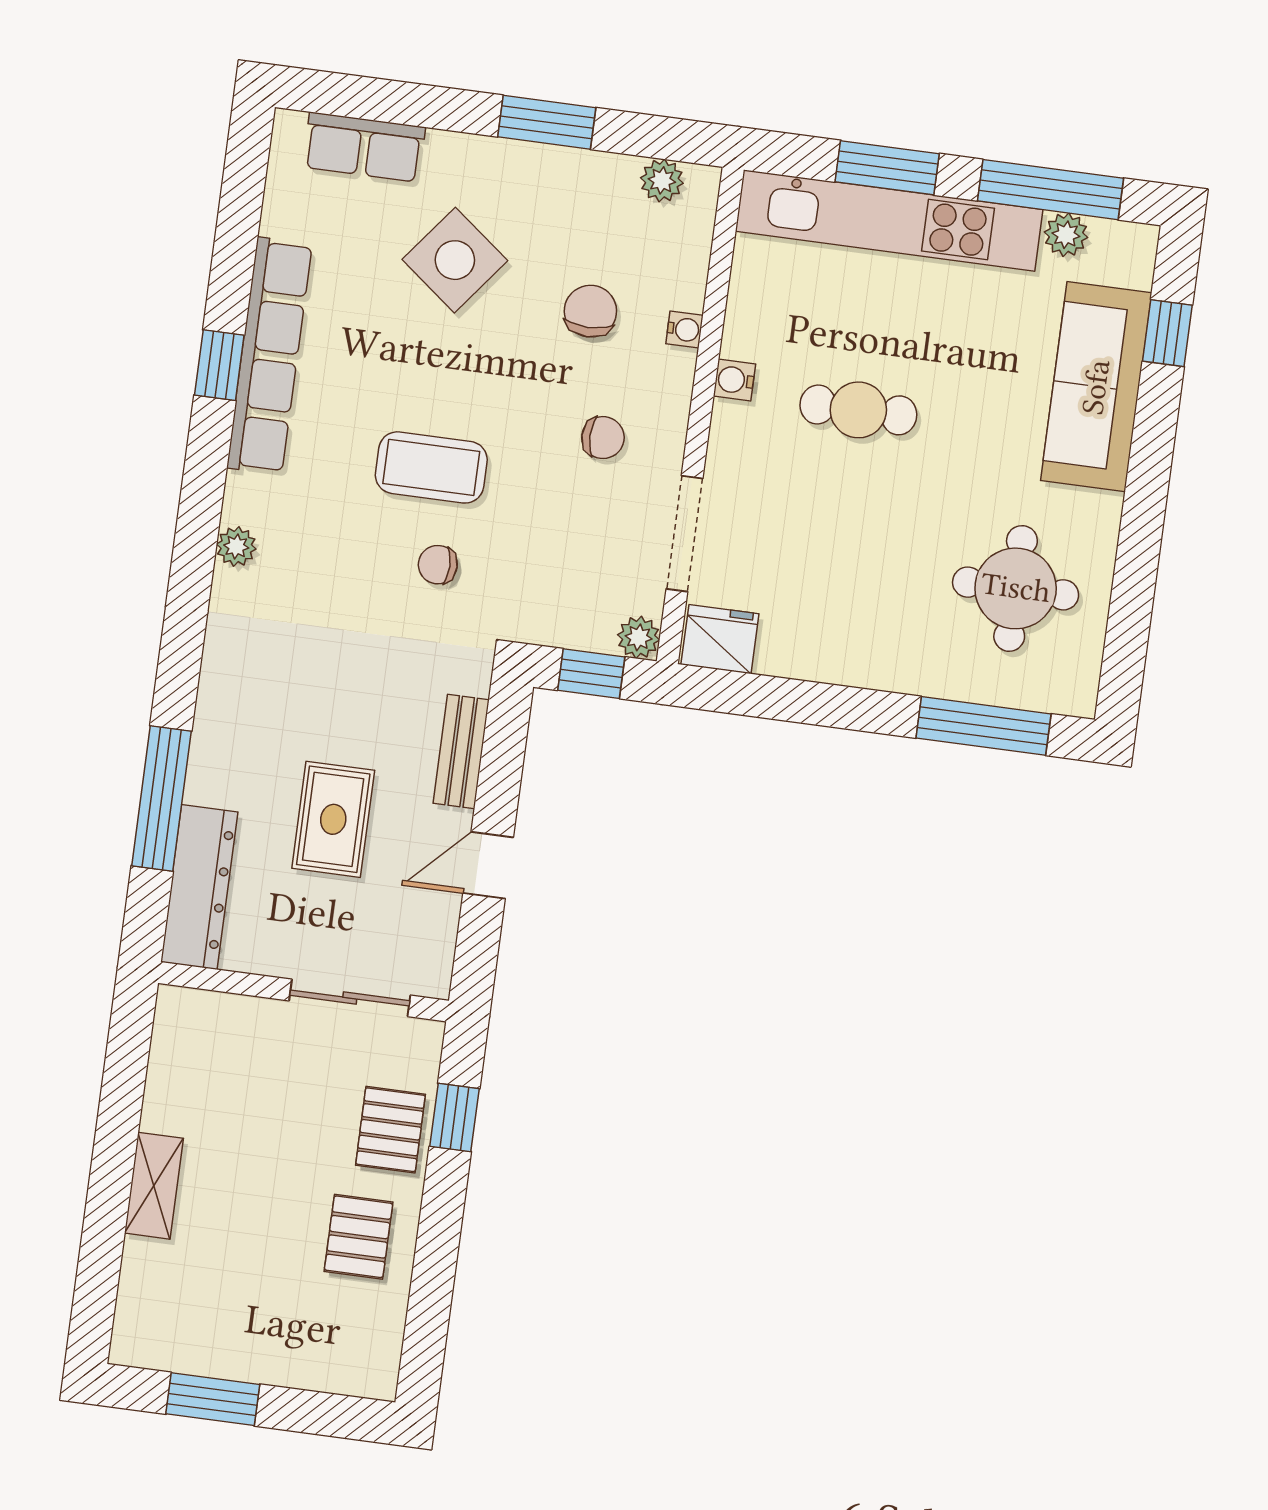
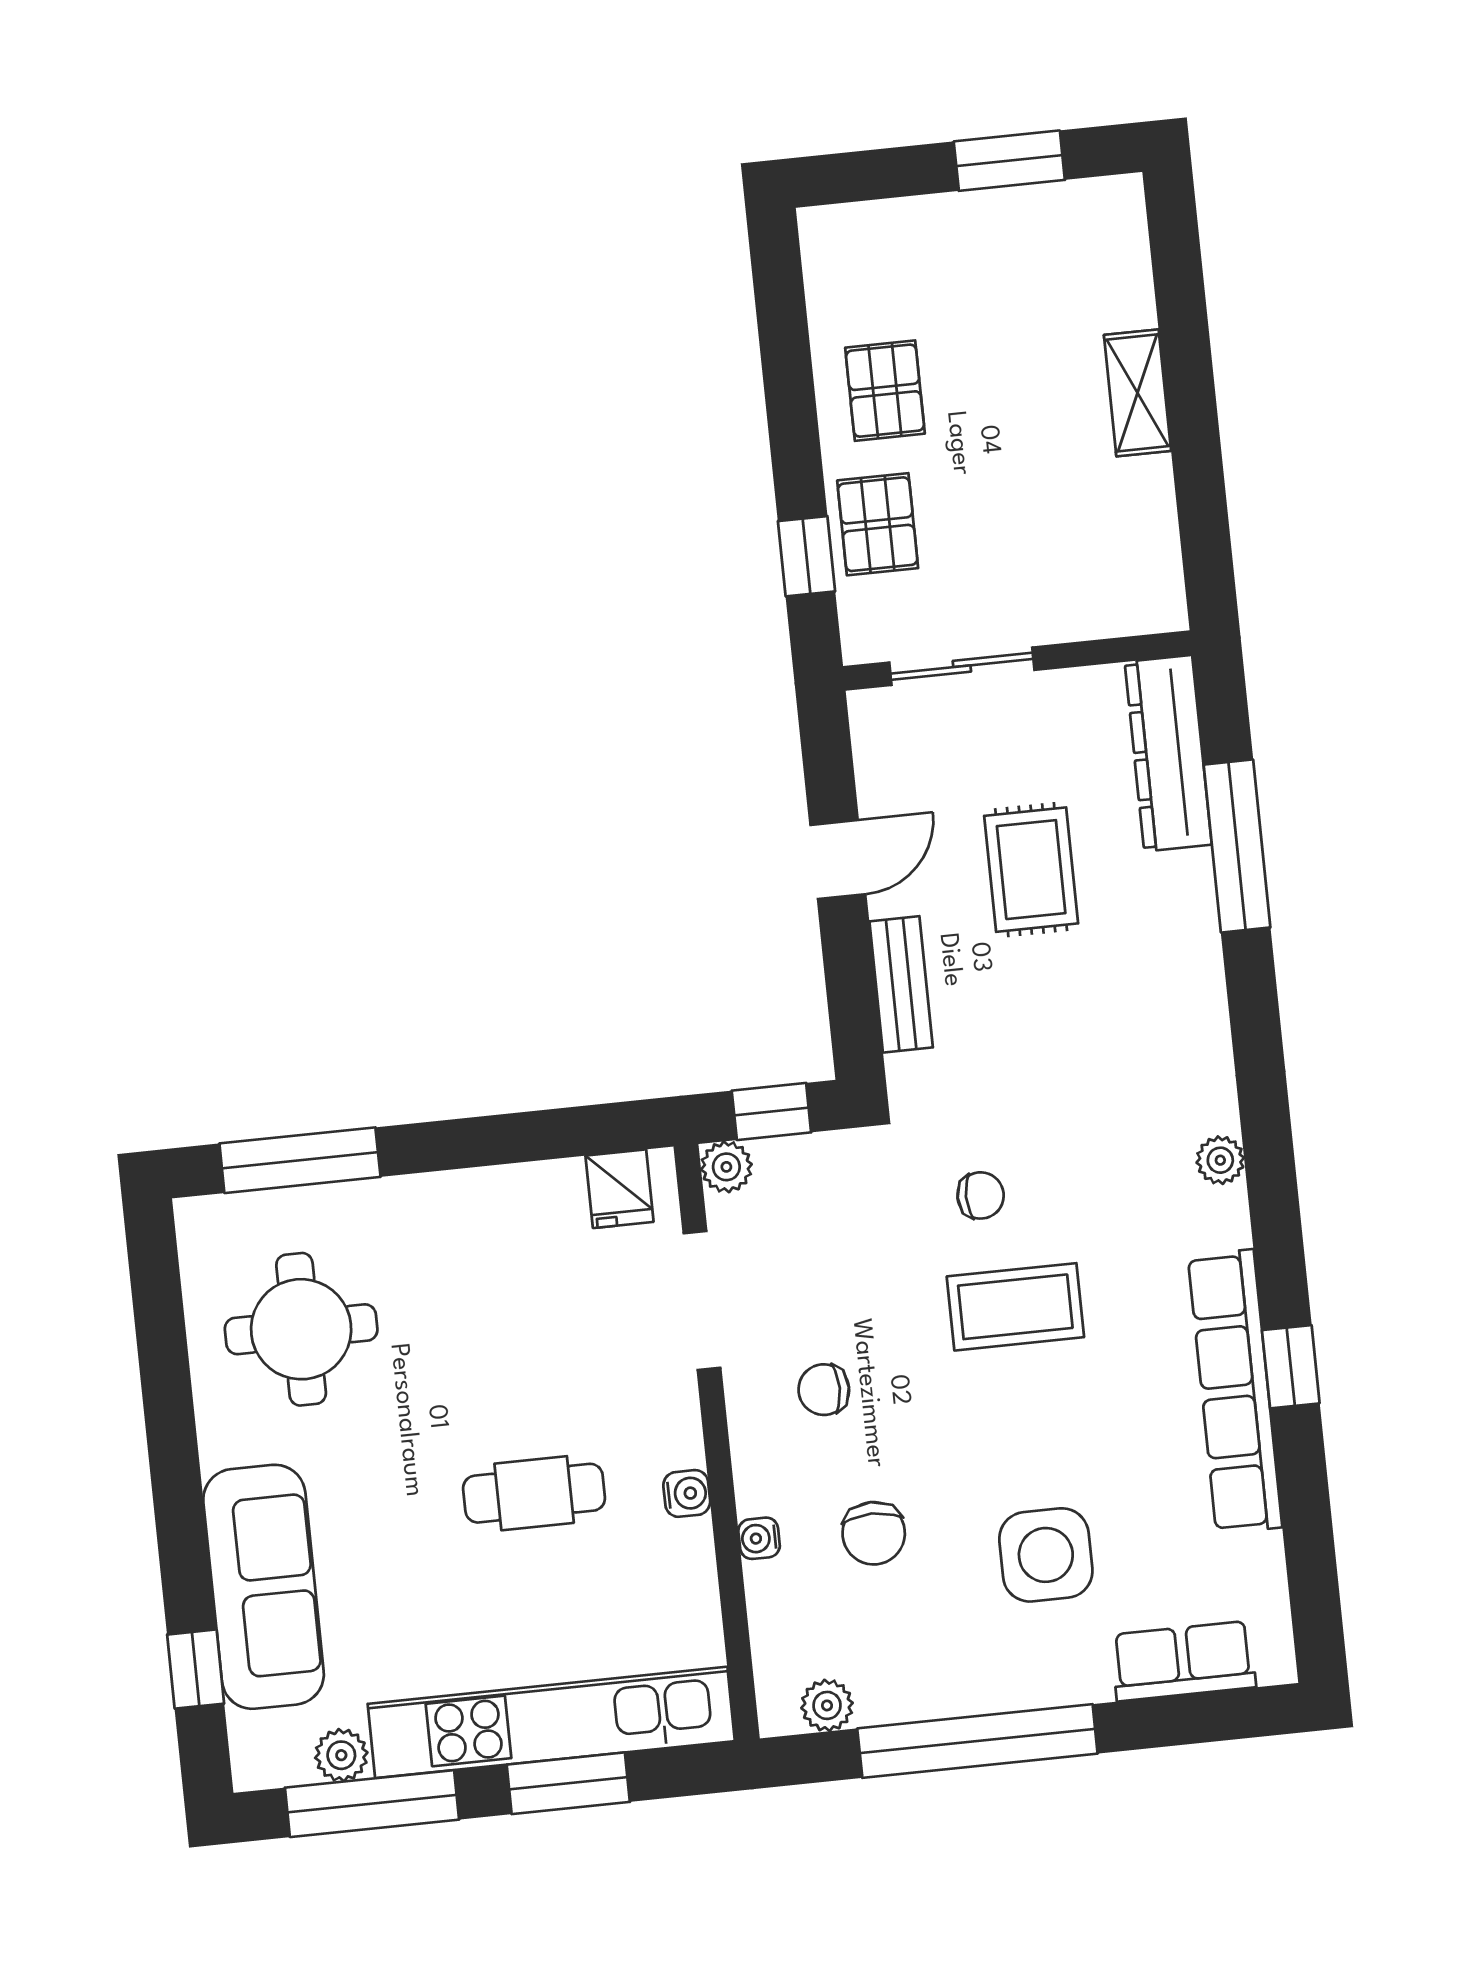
window: (547, 122) -> (977, 1741), width x2.11
side table: (455, 260) -> (1046, 1555), turned -38
fridge: (720, 639) -> (619, 1189), width x0.72

